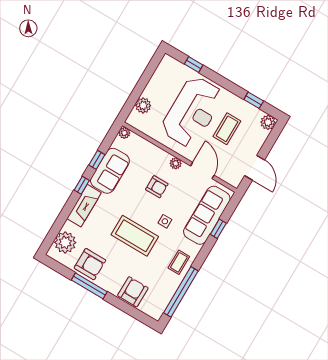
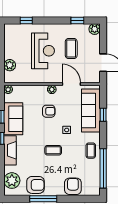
reception desk: (192, 112) -> (43, 51), width x0.74, depth x0.77
coffee table: (135, 236) -> (53, 150), width x0.54, depth x0.58

